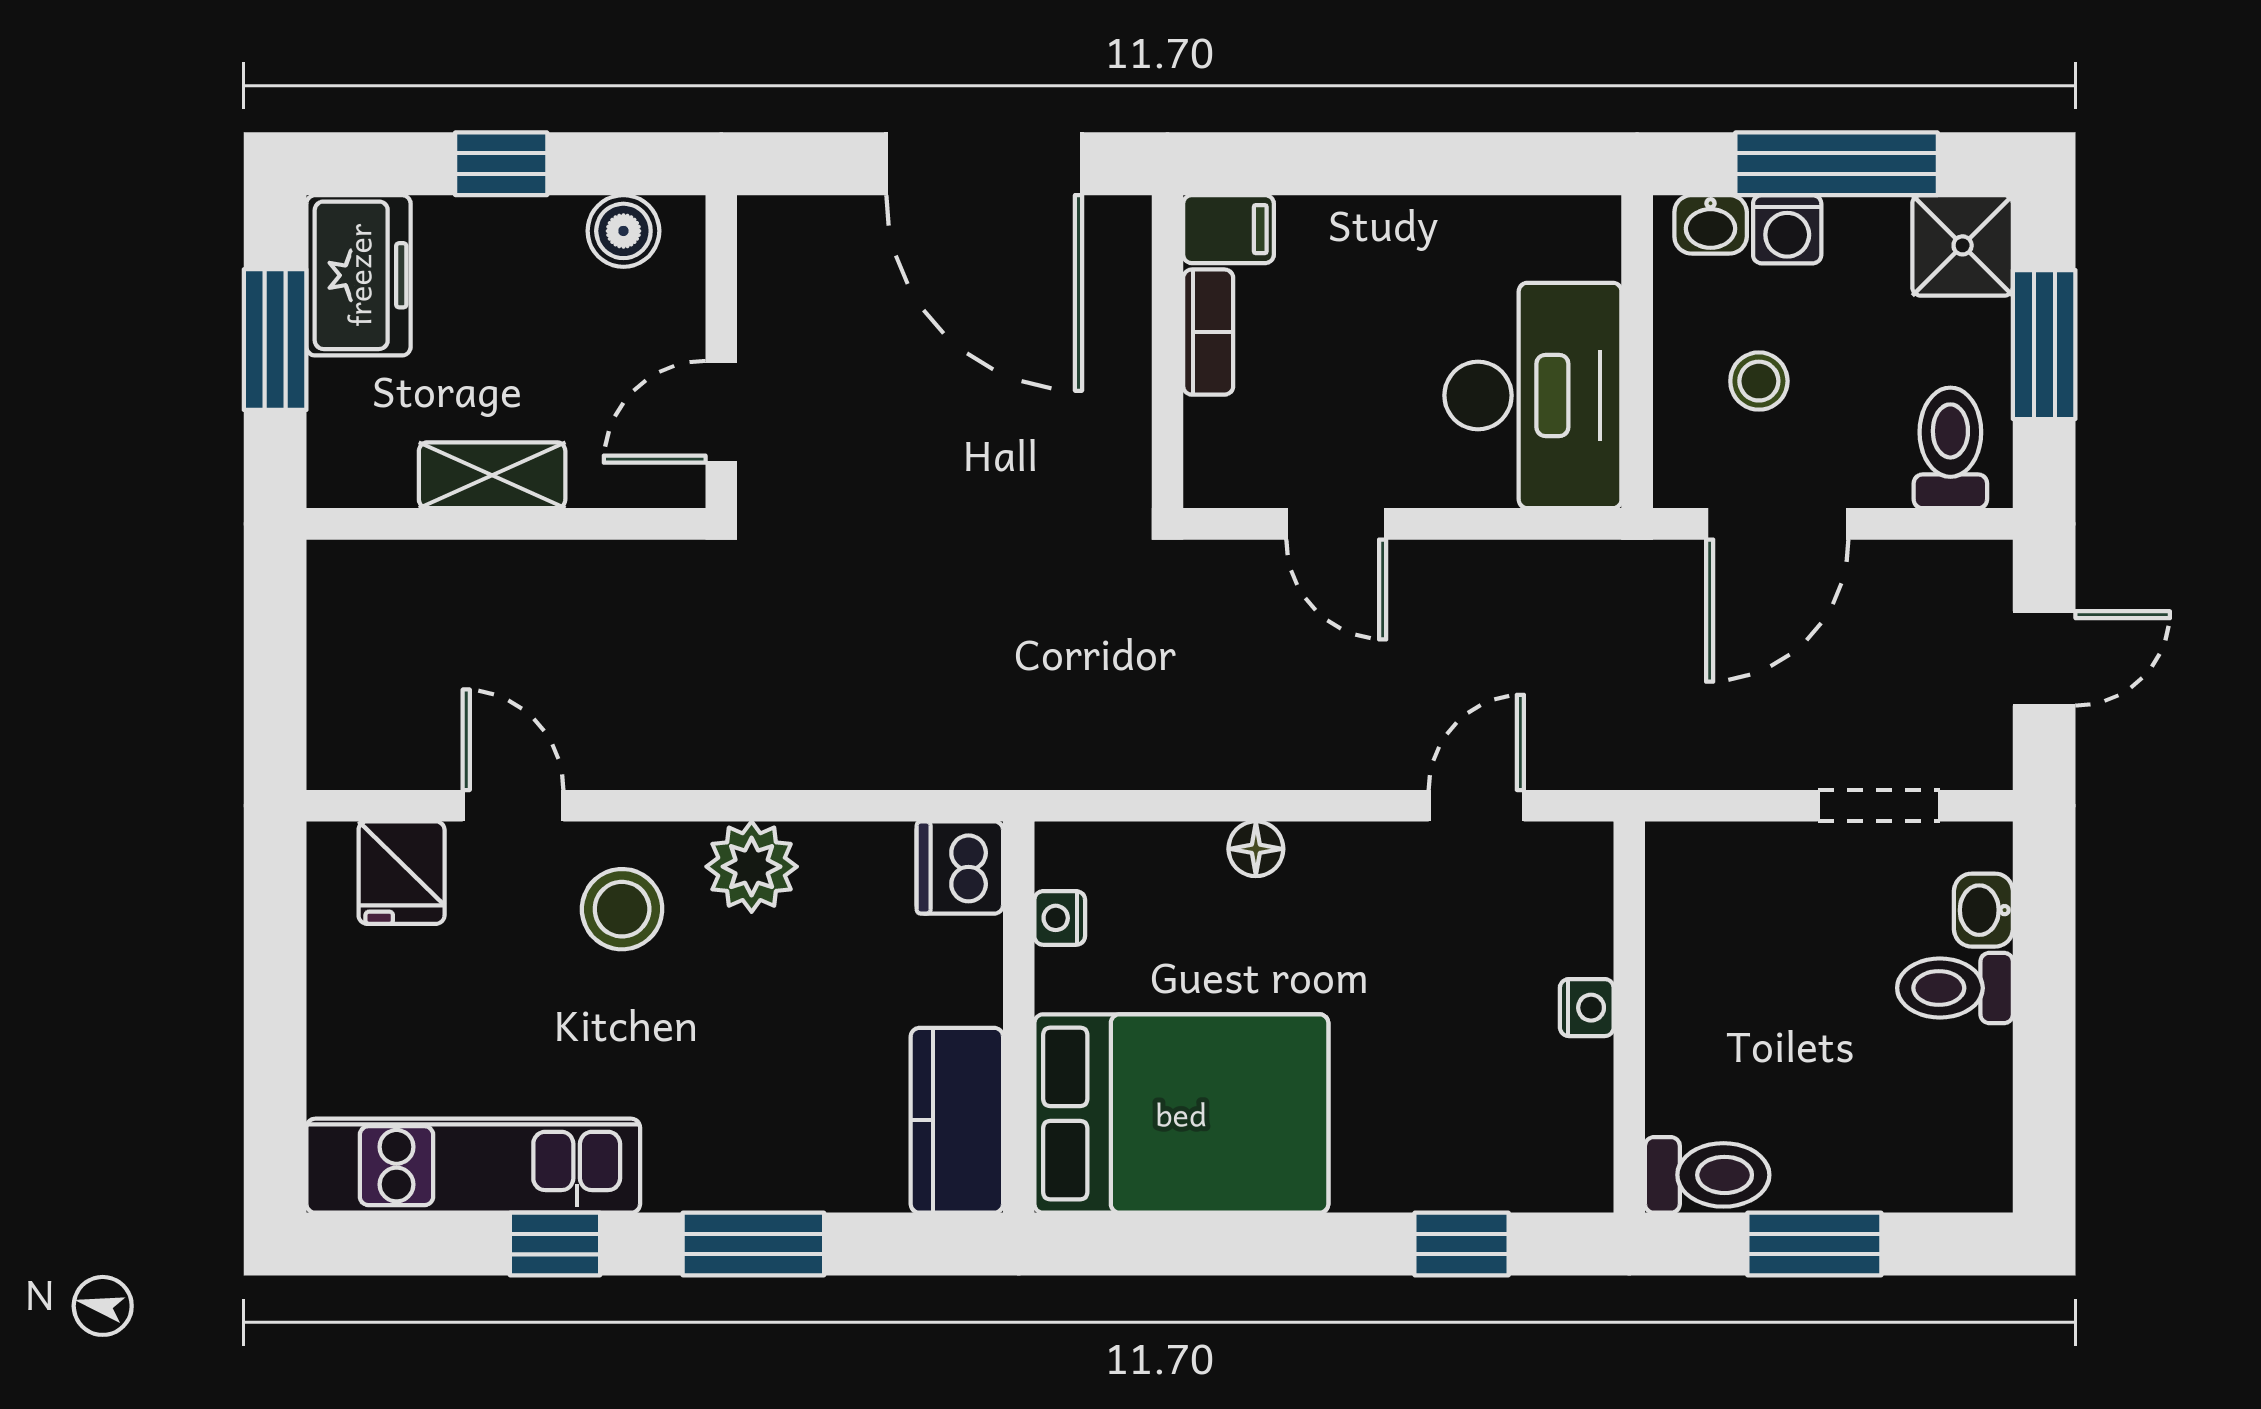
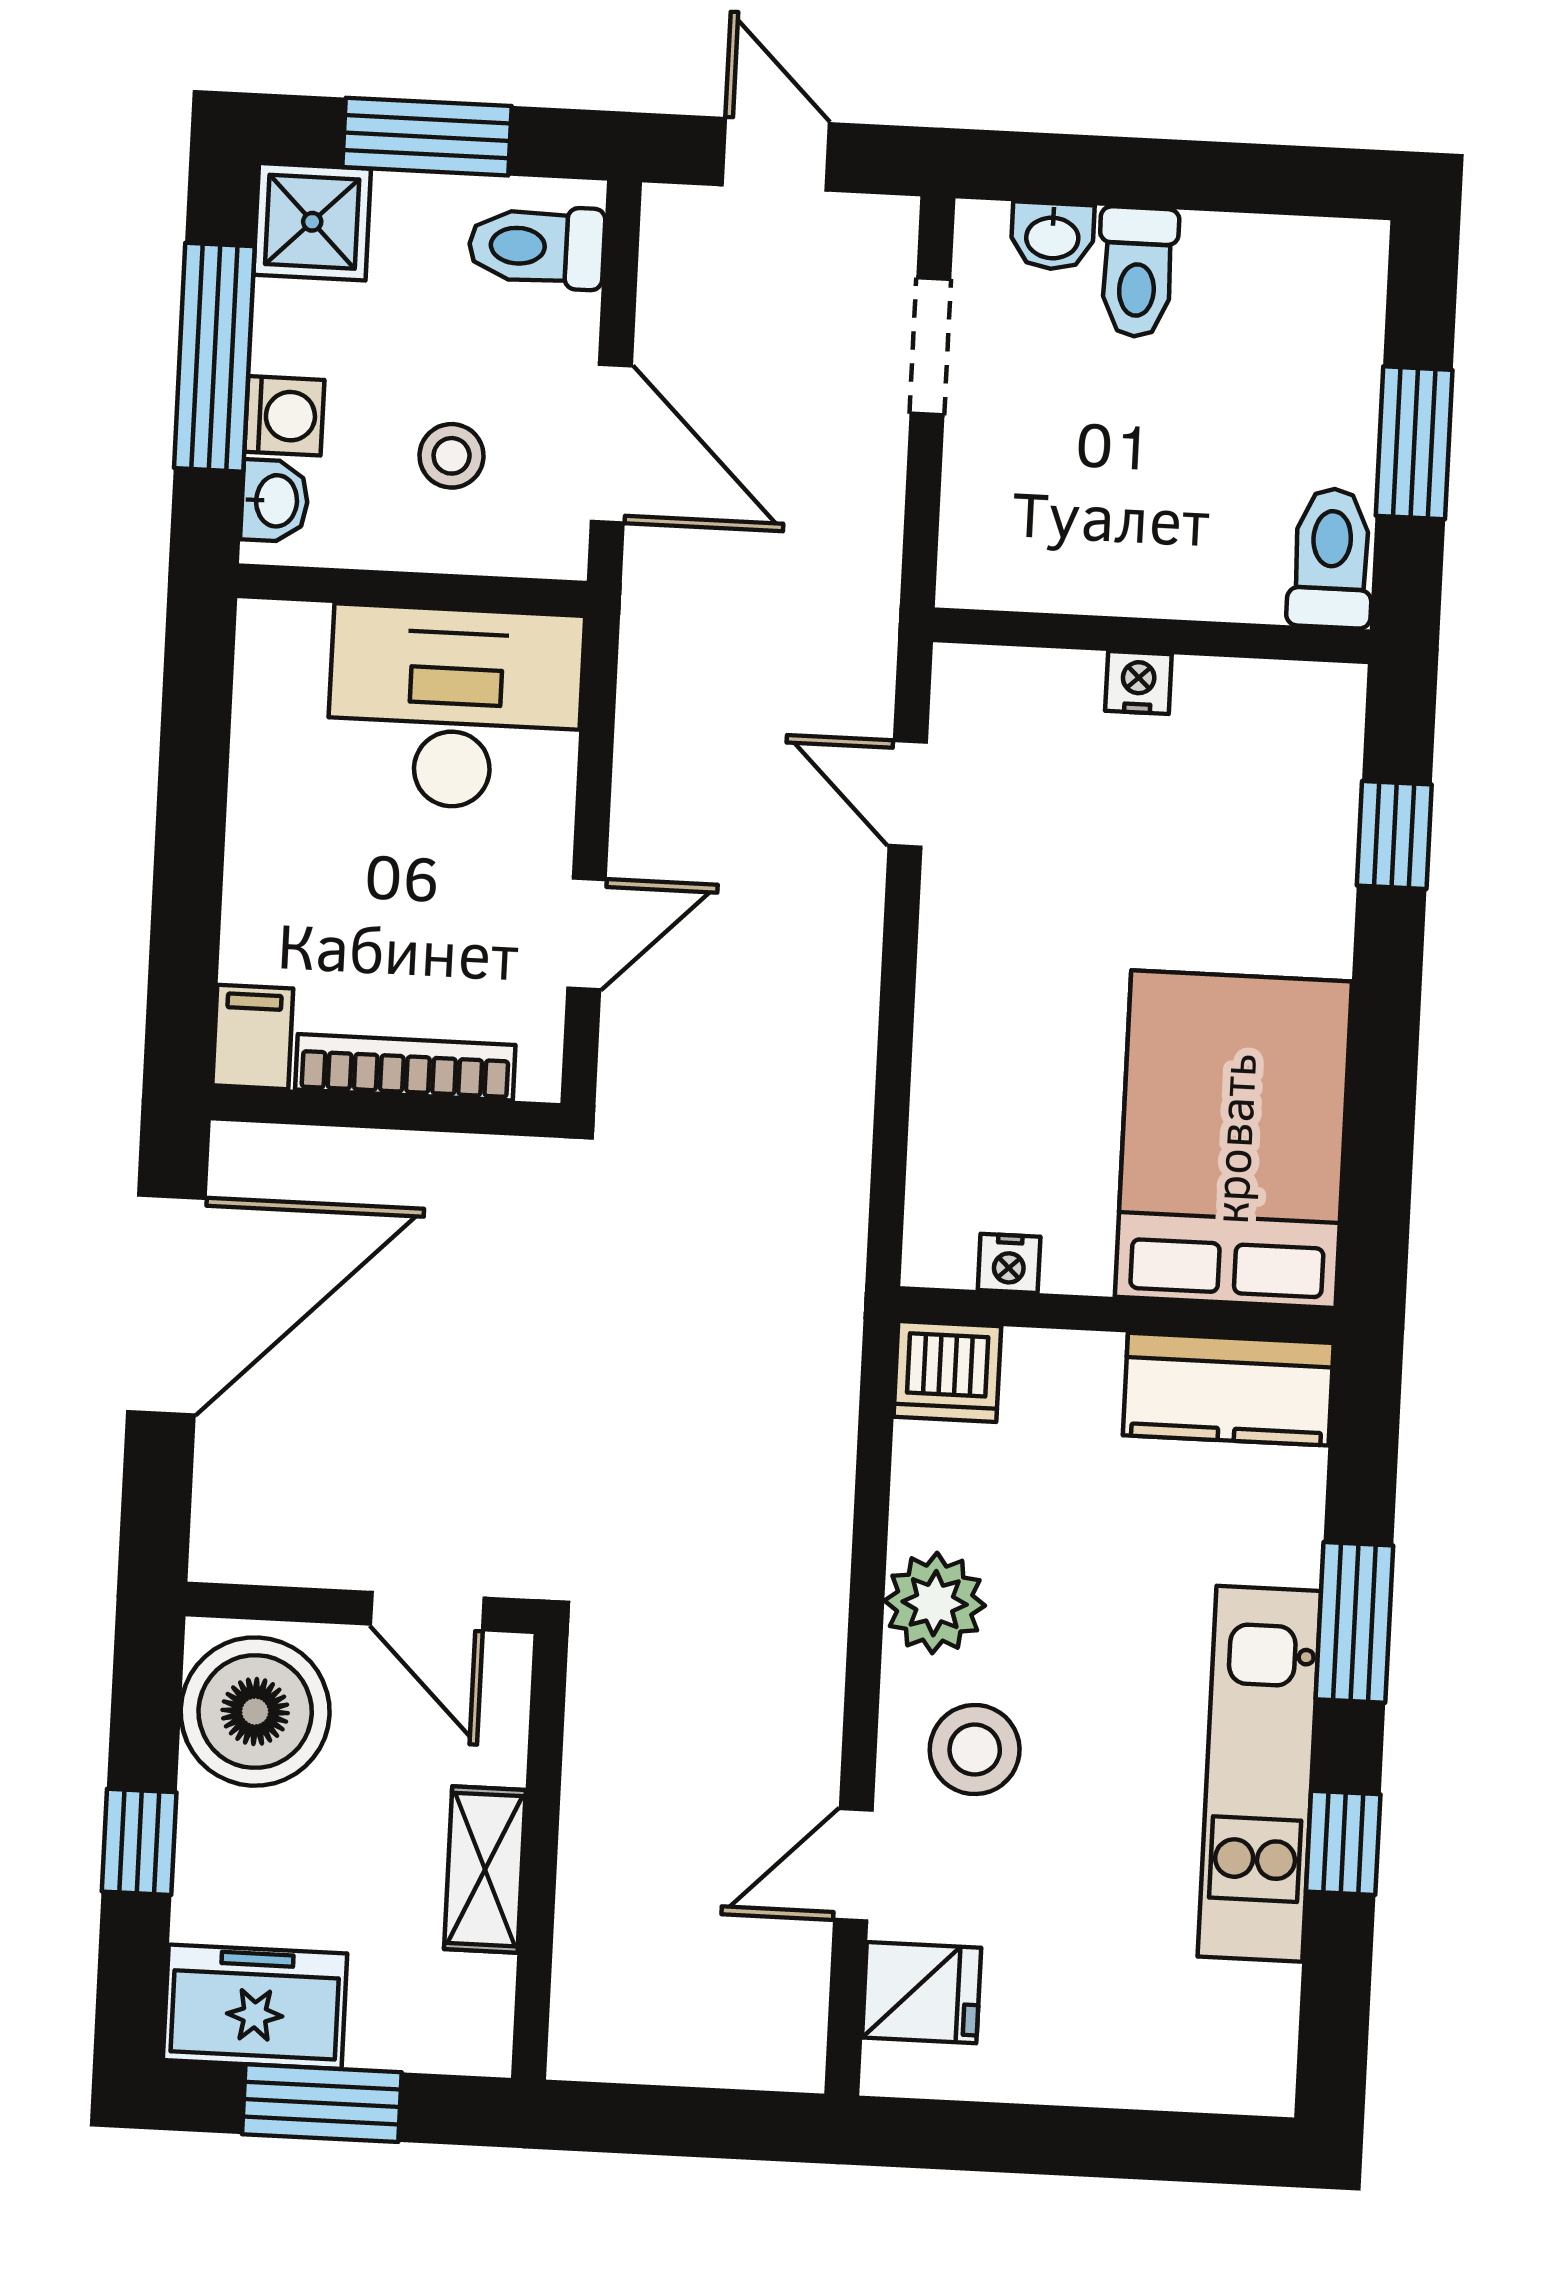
boiler: (623, 231) -> (255, 1712), width x1.86, depth x1.86
bookcase: (1208, 332) -> (405, 1067), width x1.56
floor lamp: (1256, 849) -> (943, 1041), removed
kitchen unit: (473, 1166) -> (1259, 1774), moved

